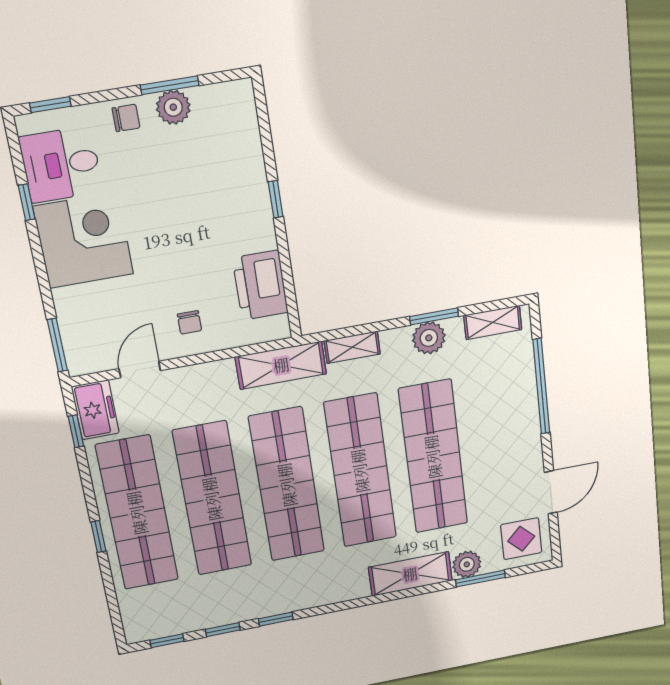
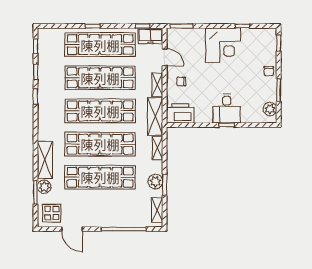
plant: (173, 107) -> (270, 109), moved
desk: (61, 165) -> (227, 109), moved, turned 180
printer: (260, 285) -> (180, 113), moved
shelving: (207, 374) -> (157, 85), added

